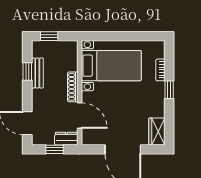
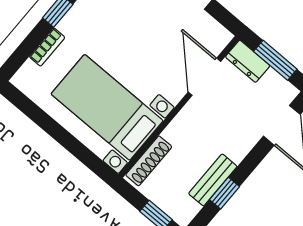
shoe rack: (73, 87) -> (149, 161), moved
window: (54, 149) -> (275, 60), width x1.50

